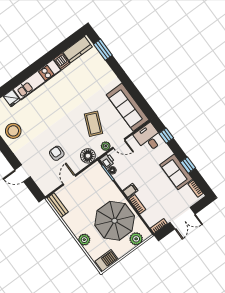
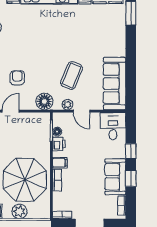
window: (166, 136) -> (131, 151), moved
printer: (107, 161) -> (59, 144), moved
plant: (136, 239) -> (19, 211), moved

